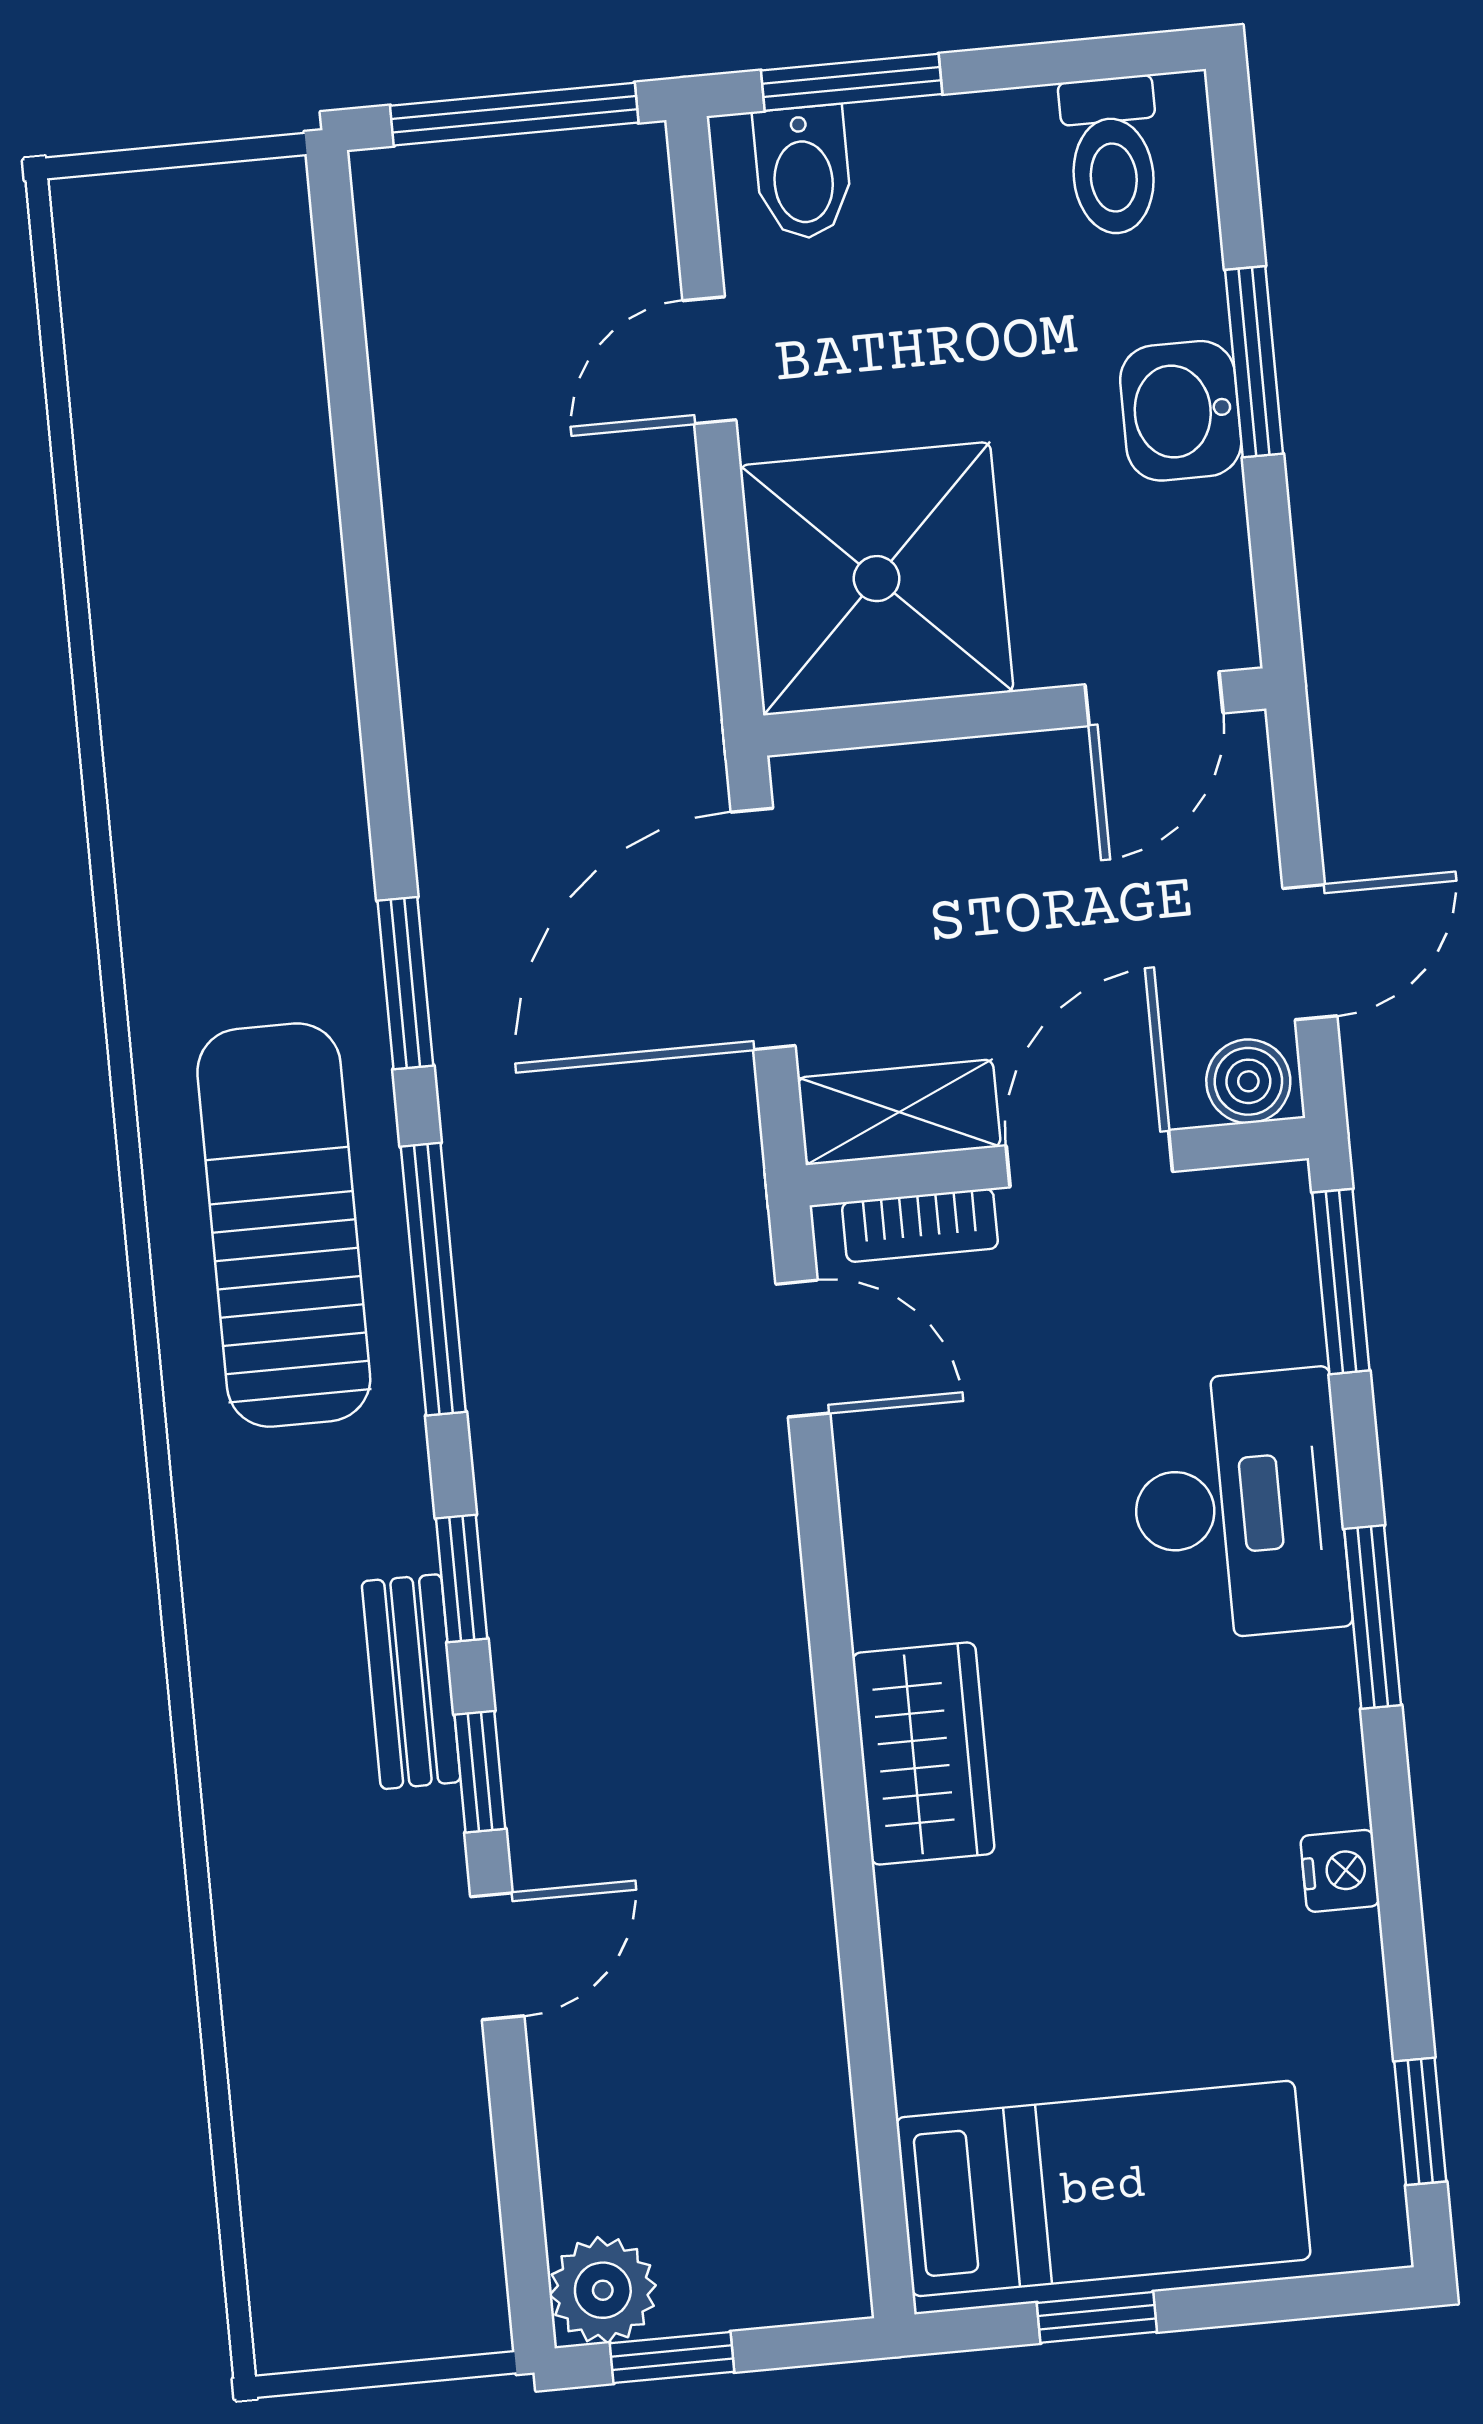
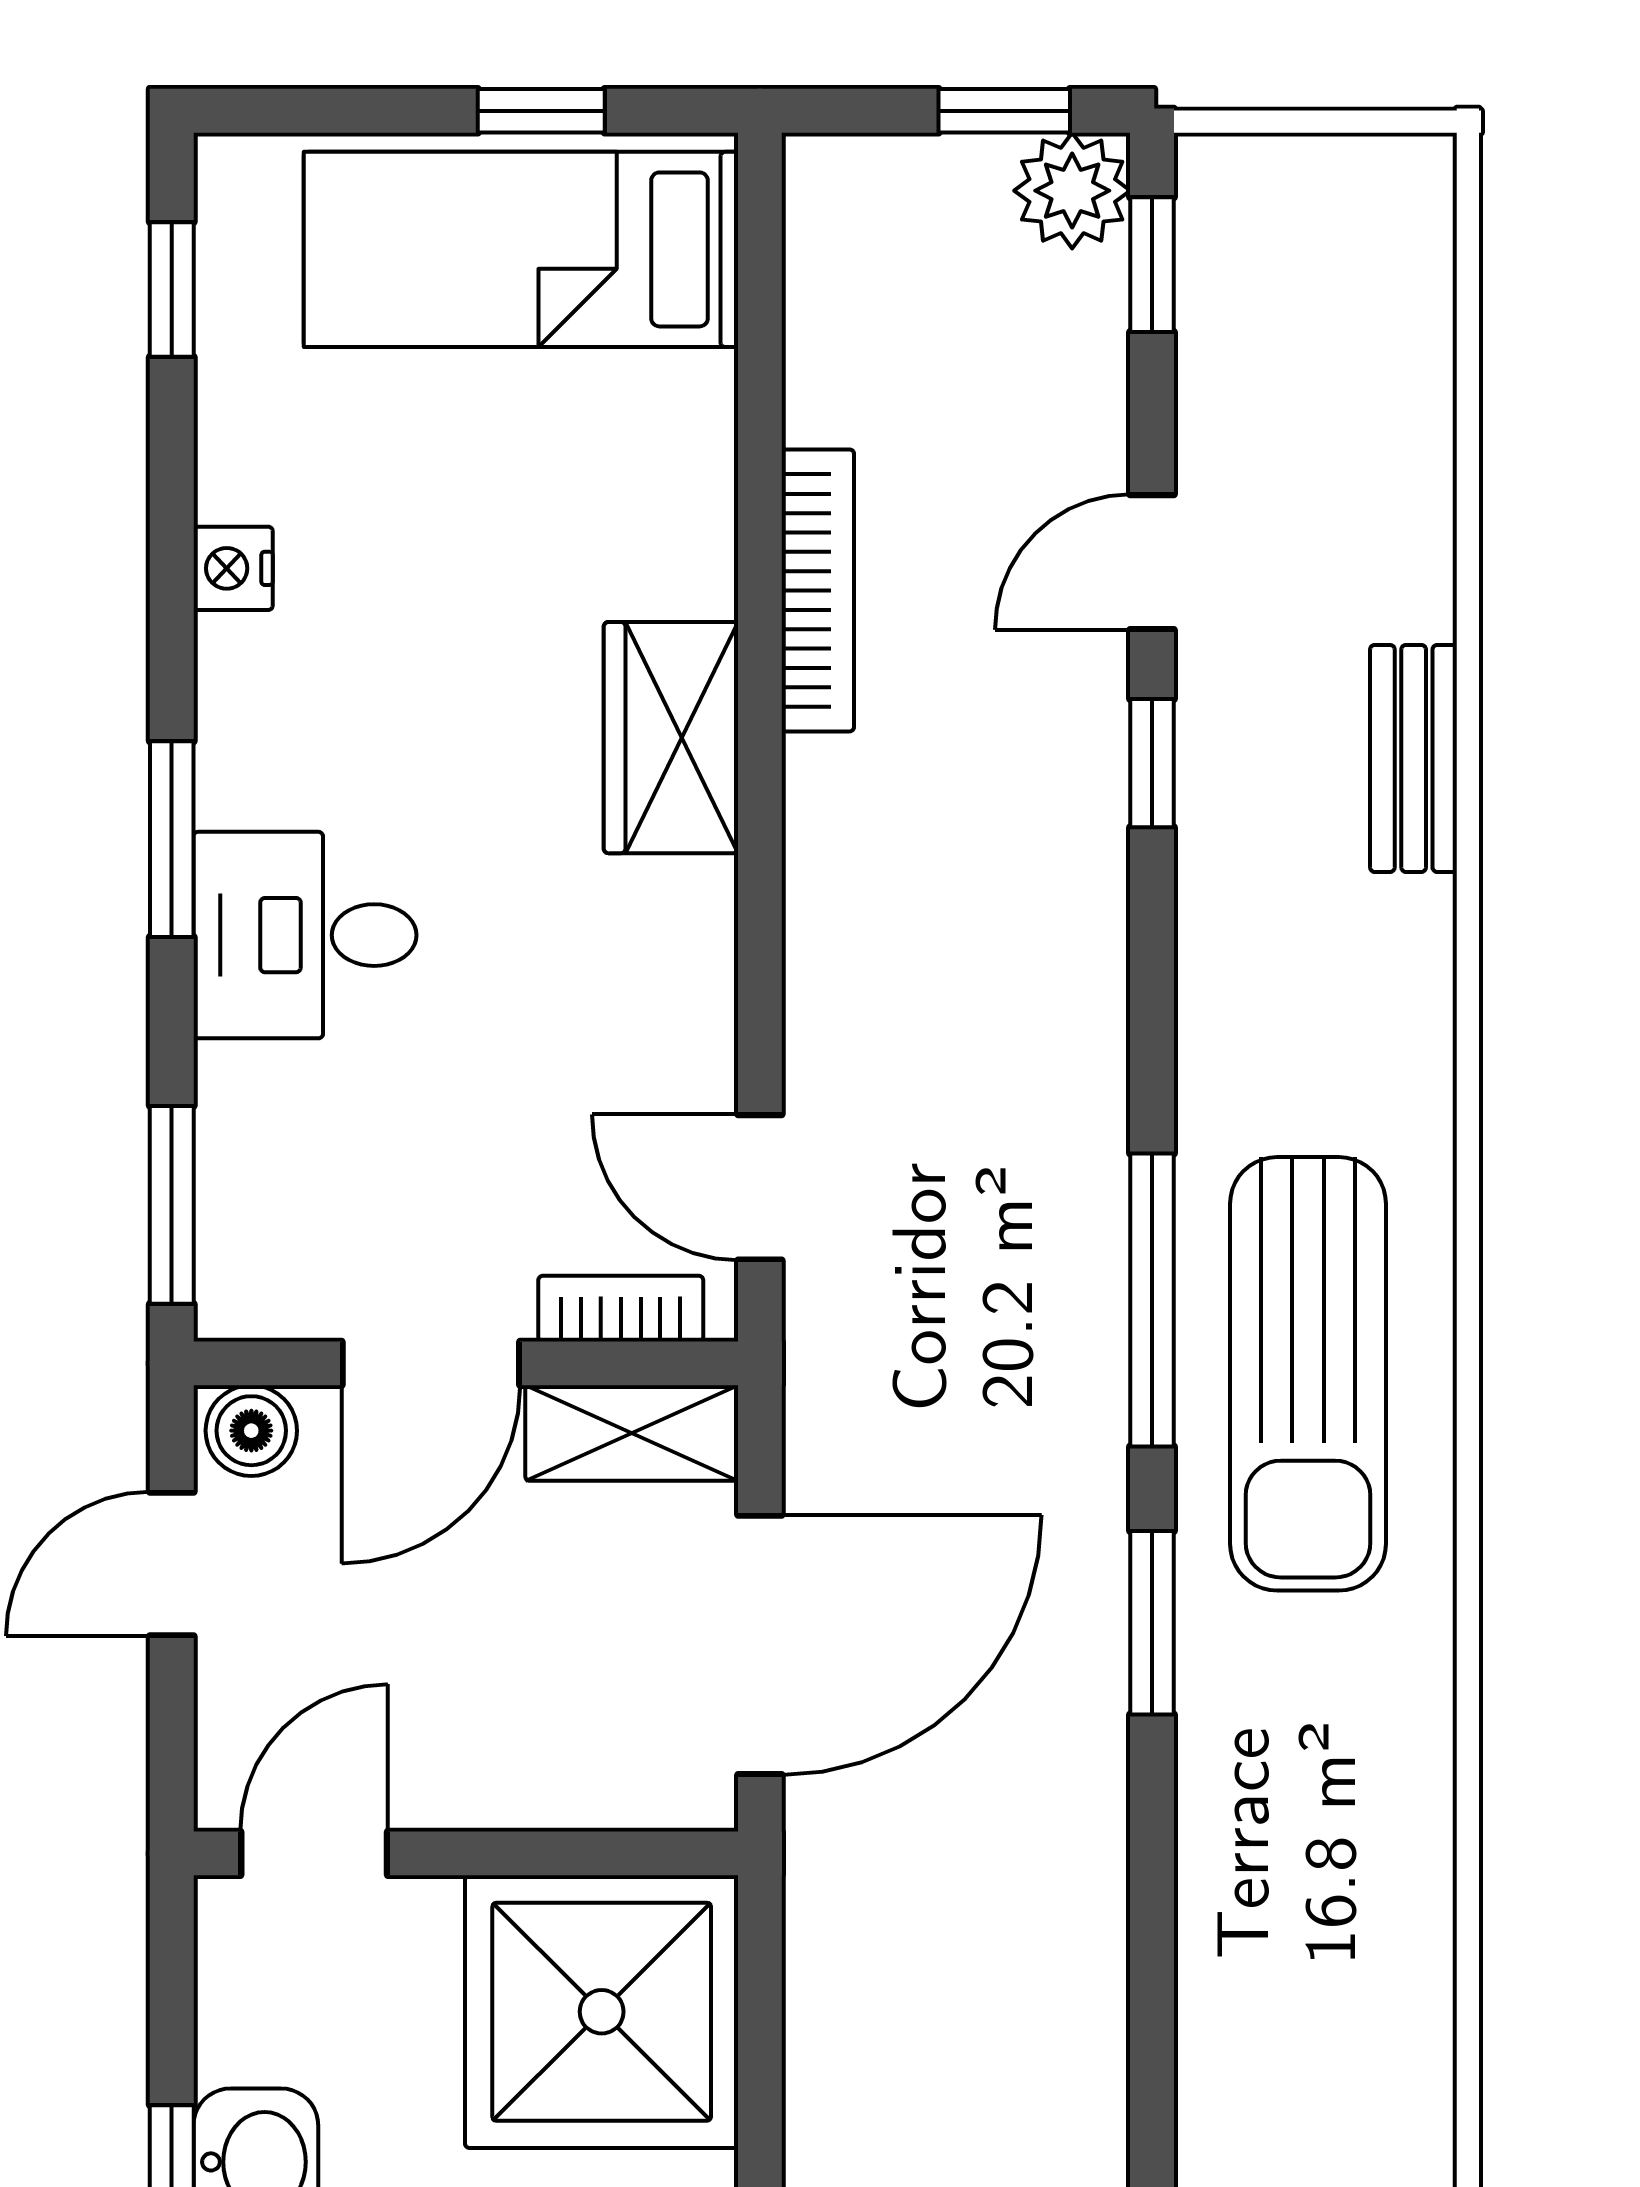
desk: (1239, 1505) -> (305, 935), width x0.73
window: (462, 1578) -> (1152, 265), moved
bench: (411, 1682) -> (1414, 758), moved
bookcase: (801, 1901) -> (818, 590), added

